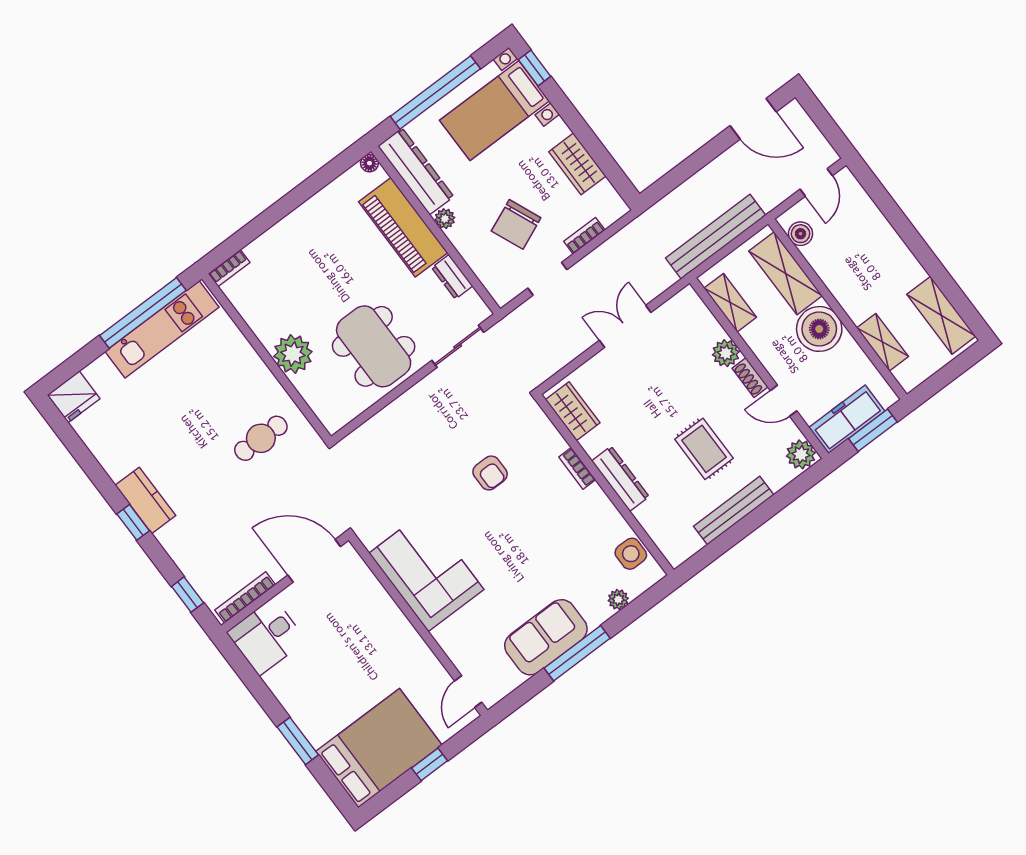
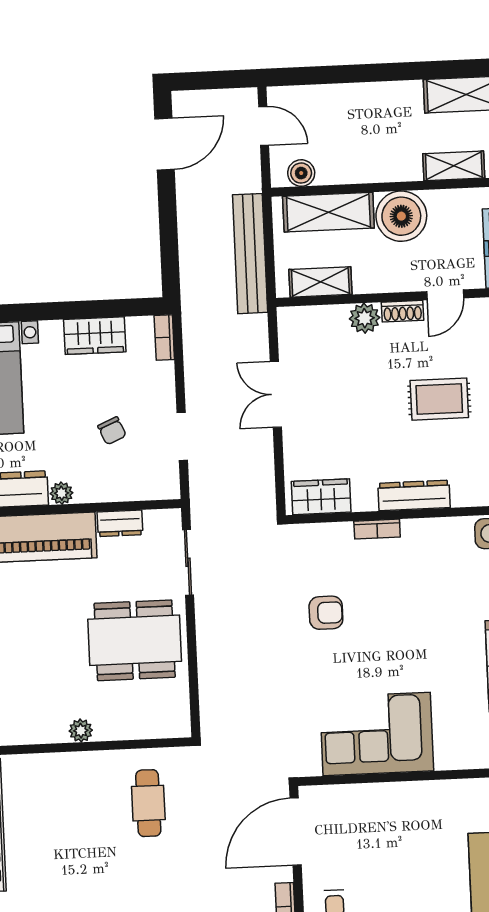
chair: (516, 224) -> (112, 431), width x0.54, depth x0.54
bookcase: (584, 236) -> (164, 338), moved
plant: (293, 354) -> (81, 731), width x0.53, depth x0.53

